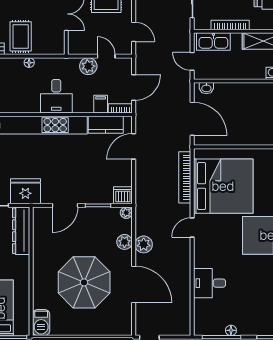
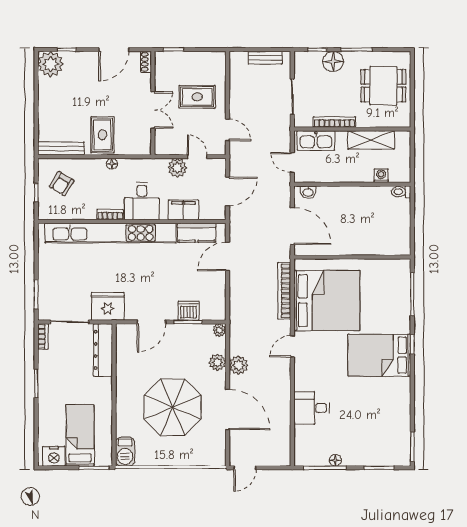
filing cabinet: (101, 104) -> (183, 210), width x2.00
bookcase: (120, 108) -> (110, 215), moved
dishwasher: (123, 195) -> (189, 311), moved

